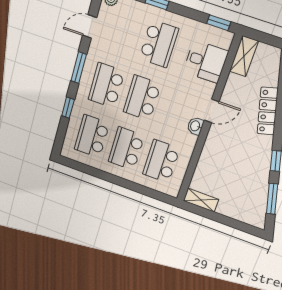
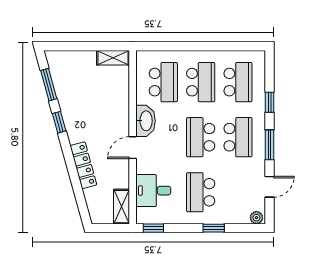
school desk: (142, 98) -> (201, 137), turned 180
washbasin: (195, 126) -> (146, 121), width x1.91, depth x1.45

